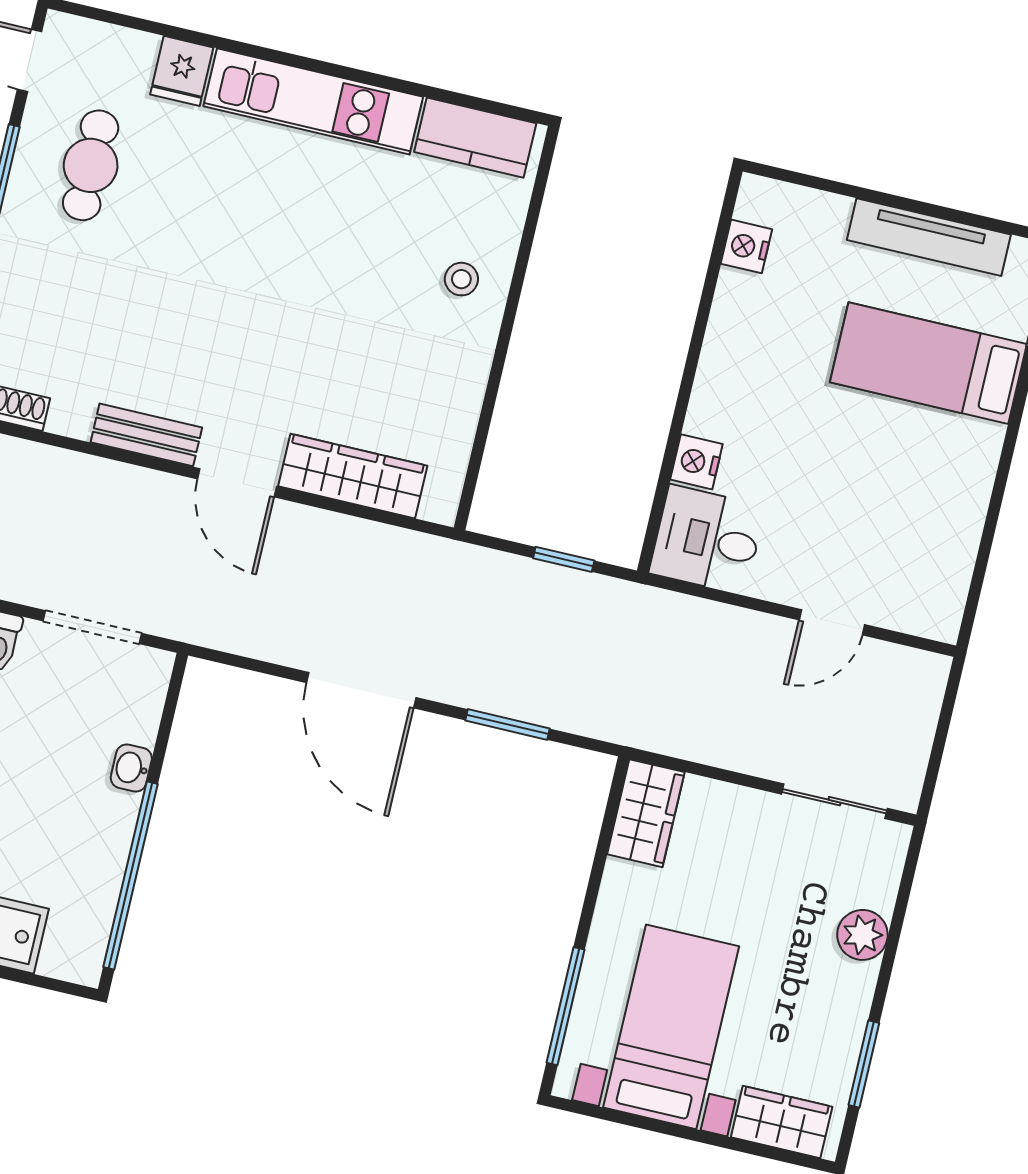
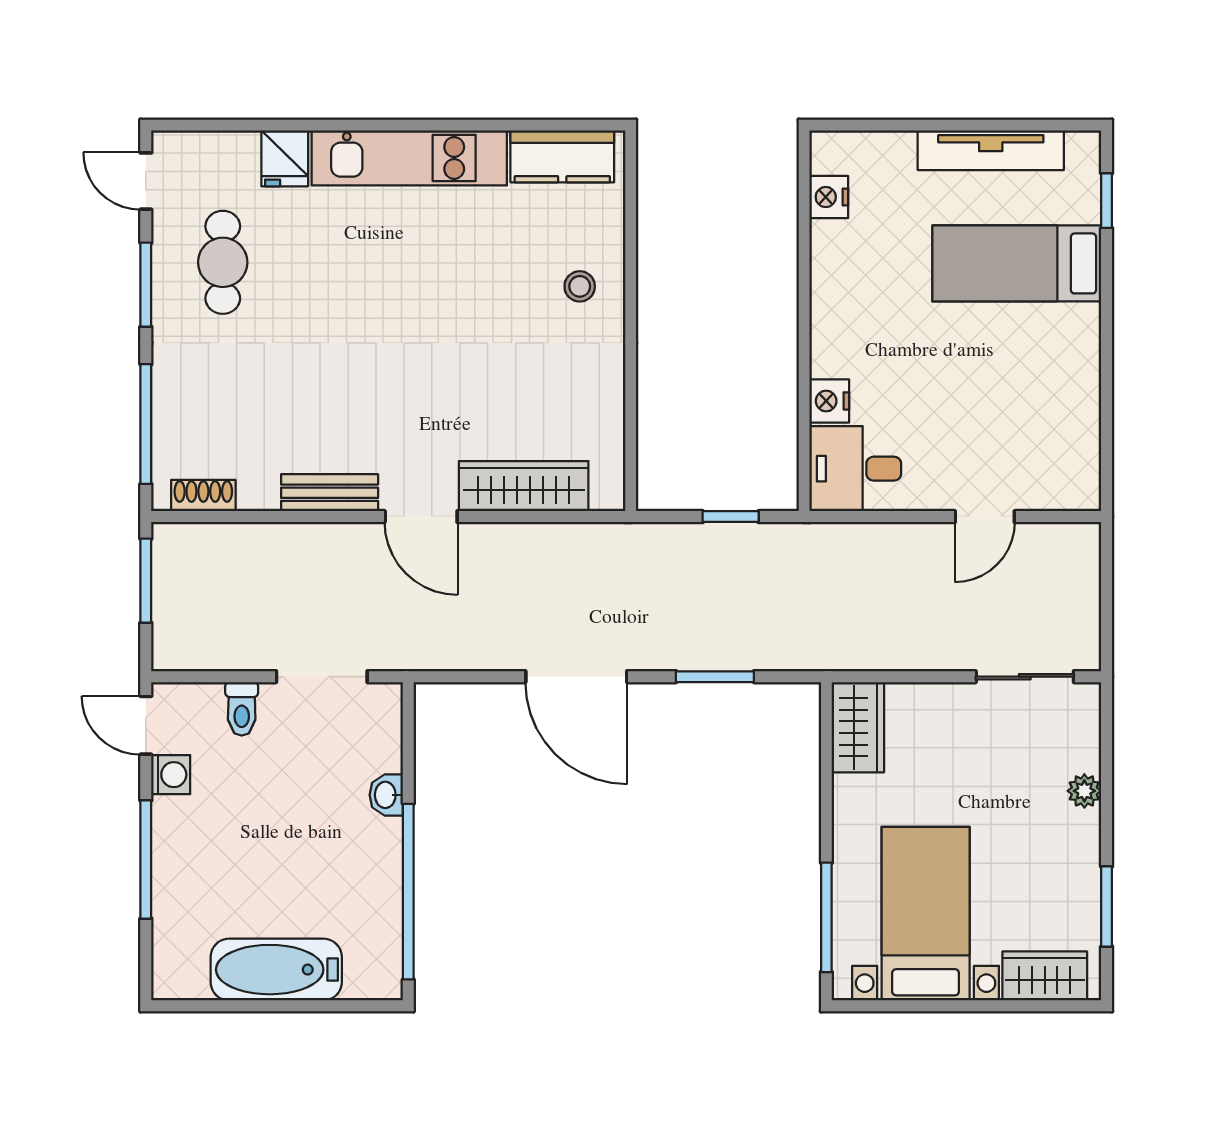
plant: (862, 935) -> (1084, 791), width x0.73, depth x0.73

